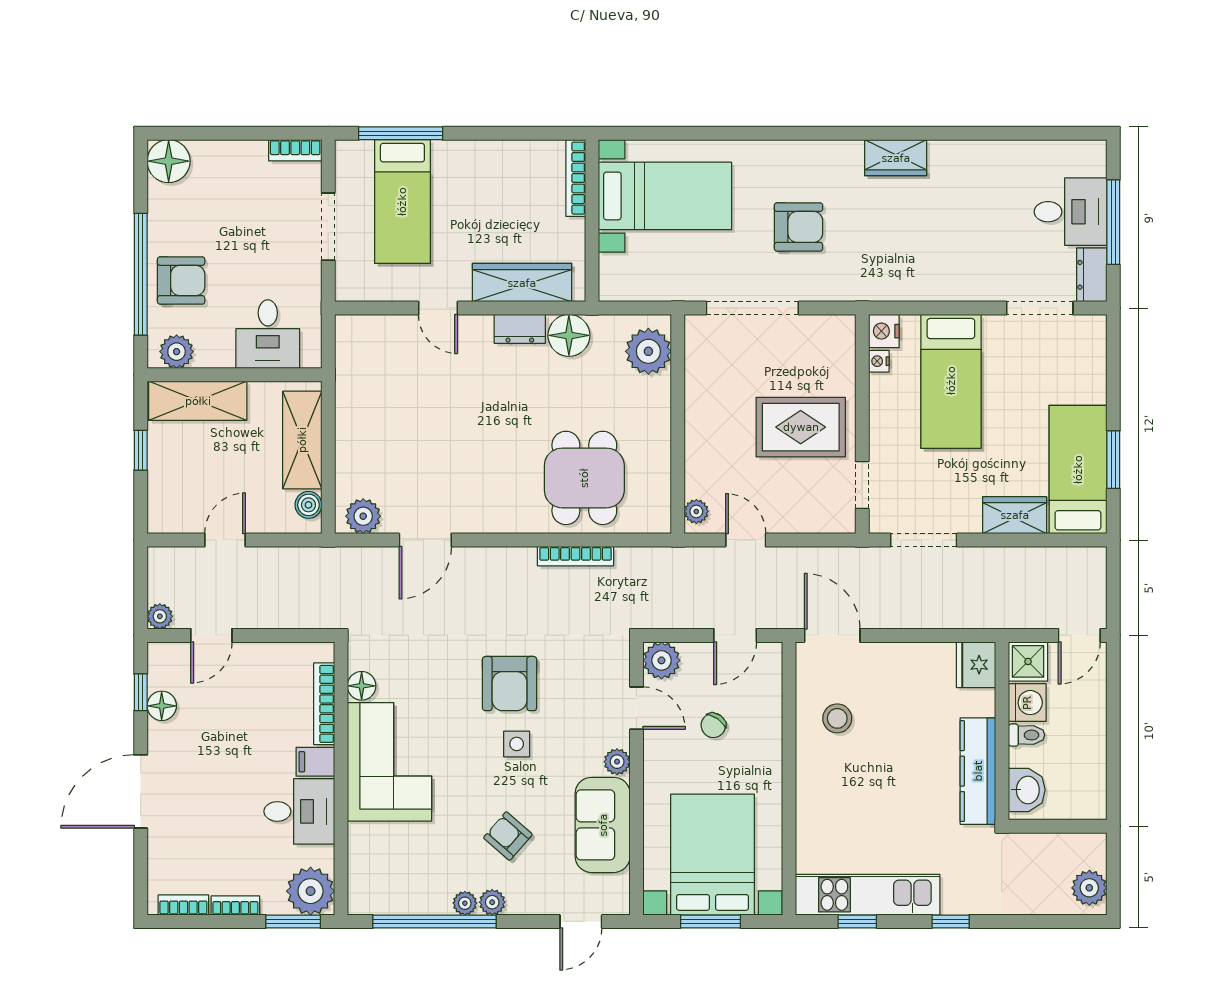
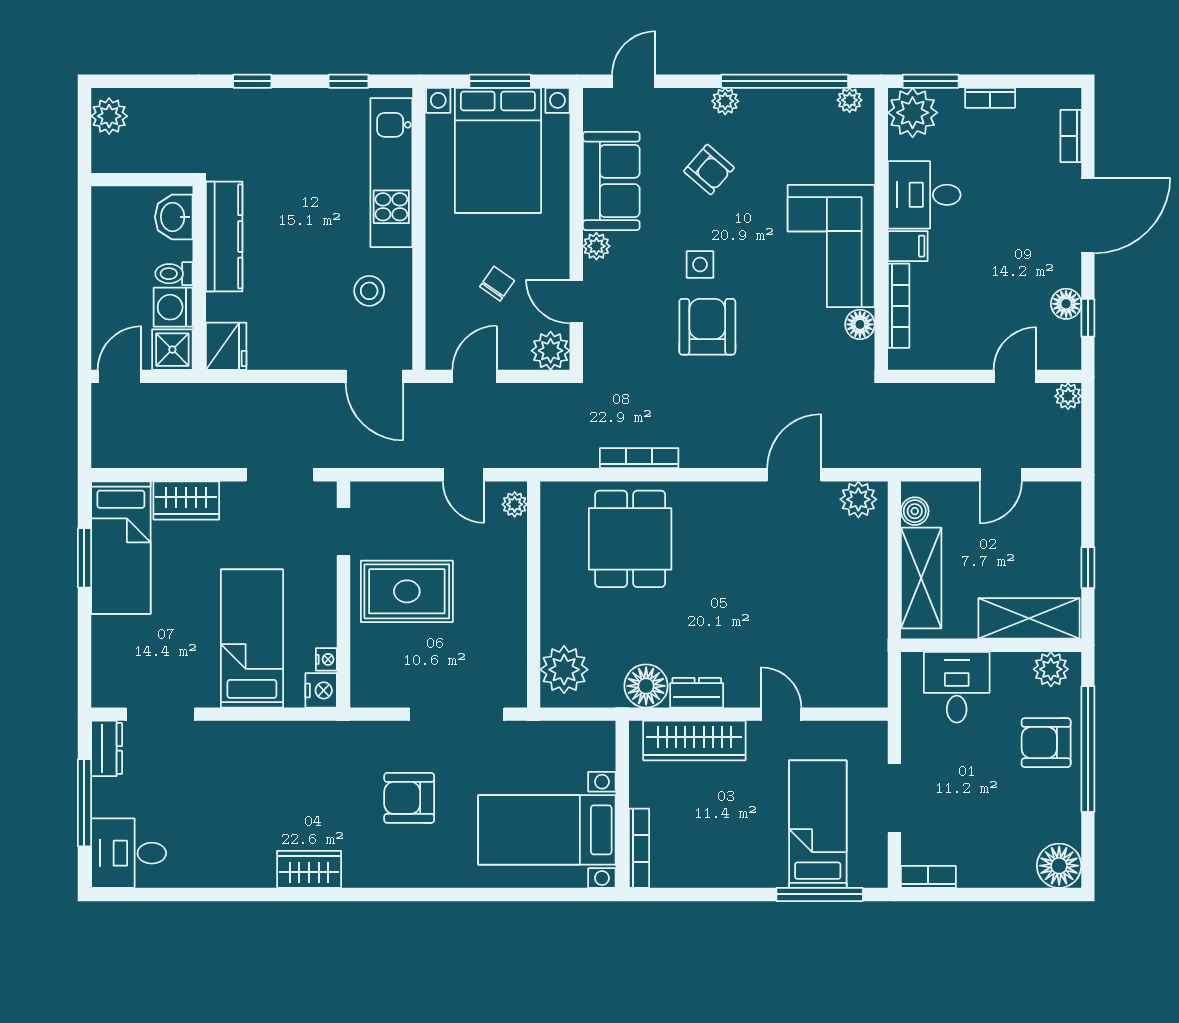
desk: (1071, 212) -> (129, 853), moved
kitchen unit: (868, 895) -> (391, 173), moved, turned 90
plant: (465, 903) -> (850, 100), moved
bookcase: (183, 905) -> (1071, 136), moved, turned 90

